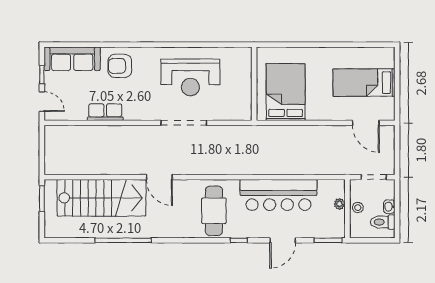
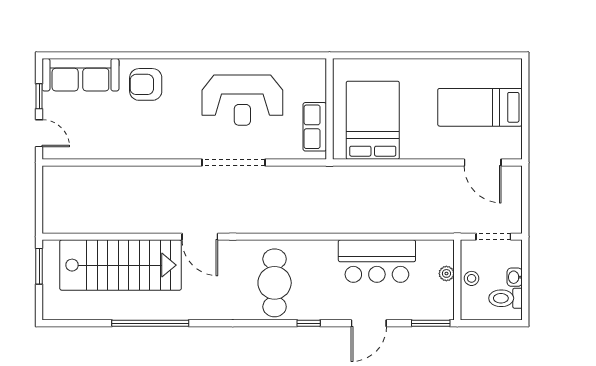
row of seats: (105, 112) -> (315, 127), moved, turned -90
bar counter: (278, 195) -> (377, 261), width x0.73

